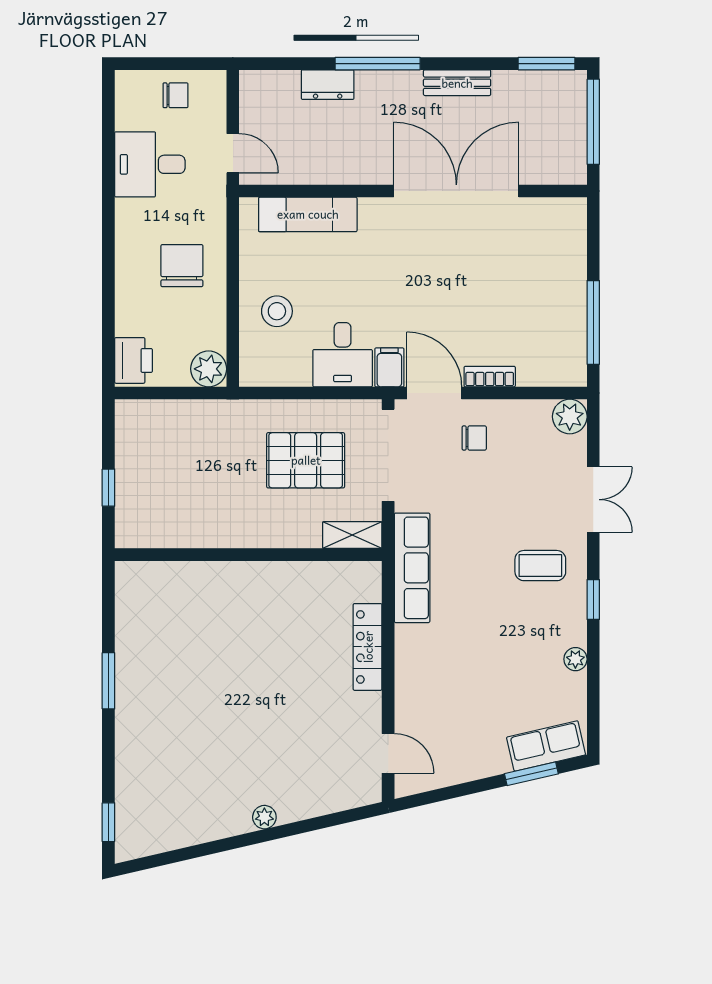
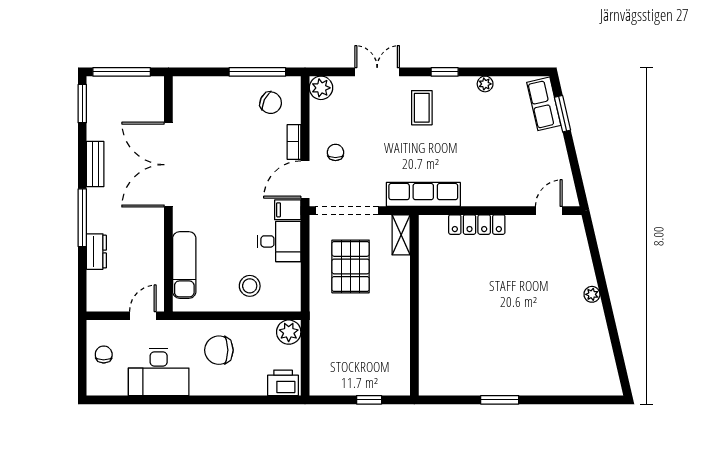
desk: (150, 164) -> (159, 372), width x1.37
chair: (548, 342) -> (271, 103), added
window: (108, 822) -> (595, 400), removed

